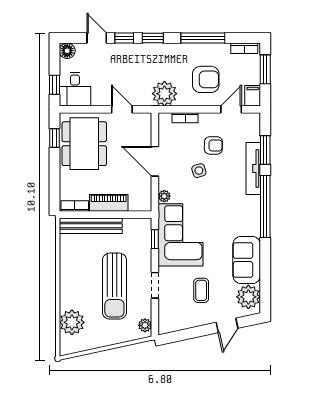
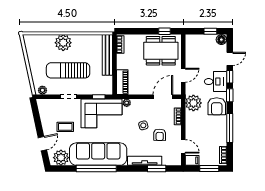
armchair: (206, 79) -> (217, 106), moved
window: (54, 85) -> (210, 31), moved
desk: (75, 89) -> (215, 82), moved, turned 180
door: (155, 161) -> (163, 97), moved
piano: (109, 203) -> (122, 82), moved
window: (265, 207) -> (96, 169), moved
sofa: (247, 260) -> (98, 154), width x1.85, depth x1.27
plant: (72, 322) -> (63, 43), moved
door: (227, 325) -> (42, 144), swing flipped

